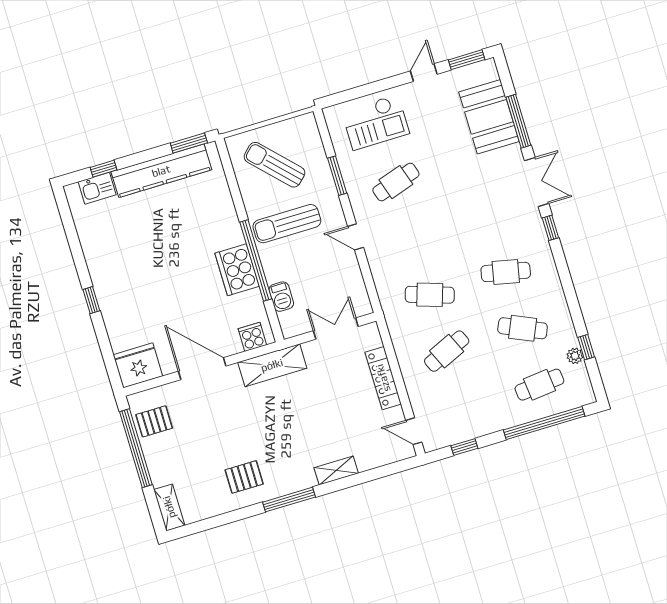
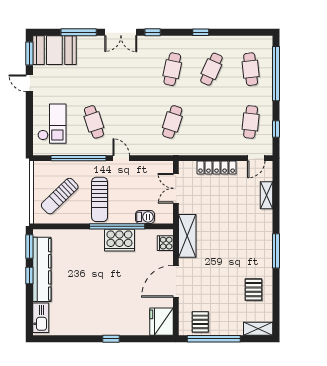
booth: (489, 117) -> (54, 50), moved
window: (104, 169) -> (29, 276), moved
window: (337, 176) -> (79, 158), width x2.11
double door: (537, 182) -> (121, 32), swing flipped
kitchen sink: (97, 188) -> (41, 318), width x1.38
door: (356, 237) -> (121, 158), swing flipped
window: (586, 347) -> (201, 32), moved
cafe table: (447, 351) -> (251, 122), moved, turned 30
plant: (575, 356) -> (239, 41), removed
shelving: (336, 470) -> (266, 195), moved
pallet: (244, 477) -> (254, 290), moved

